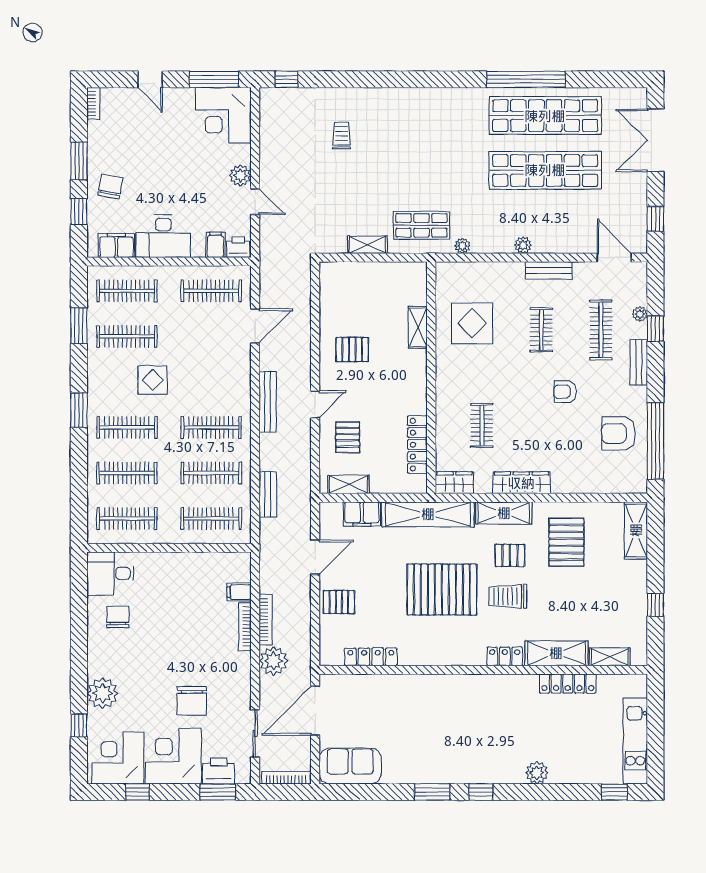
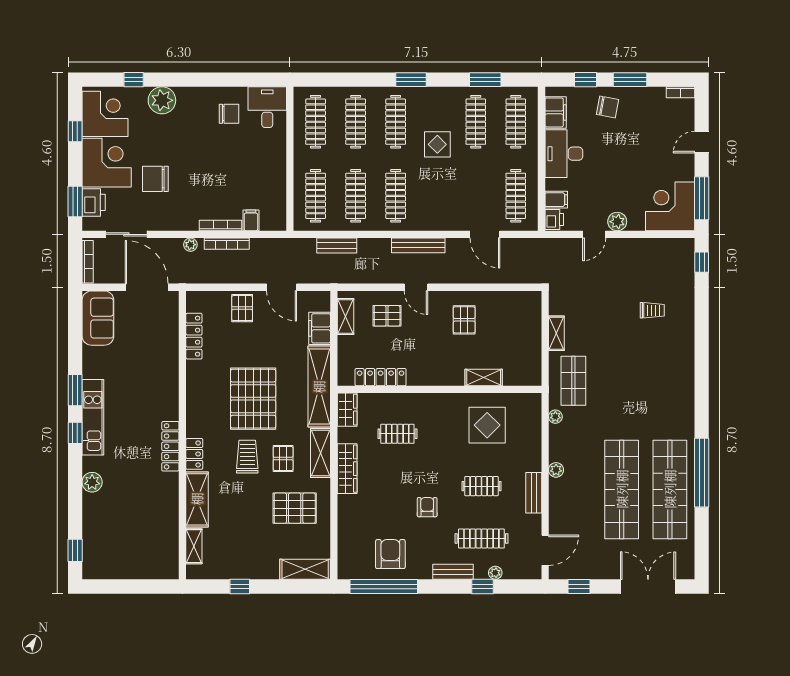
plant: (273, 661) -> (190, 245), width x0.53, depth x0.53
locker: (568, 684) -> (170, 446), moved
kitchen unit: (635, 741) -> (93, 417), moved, turned 90

